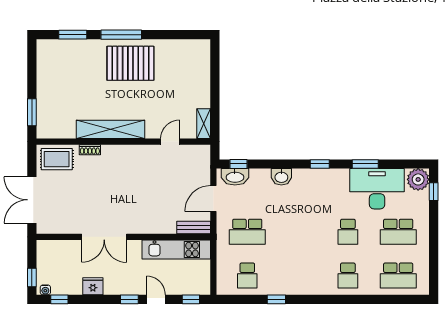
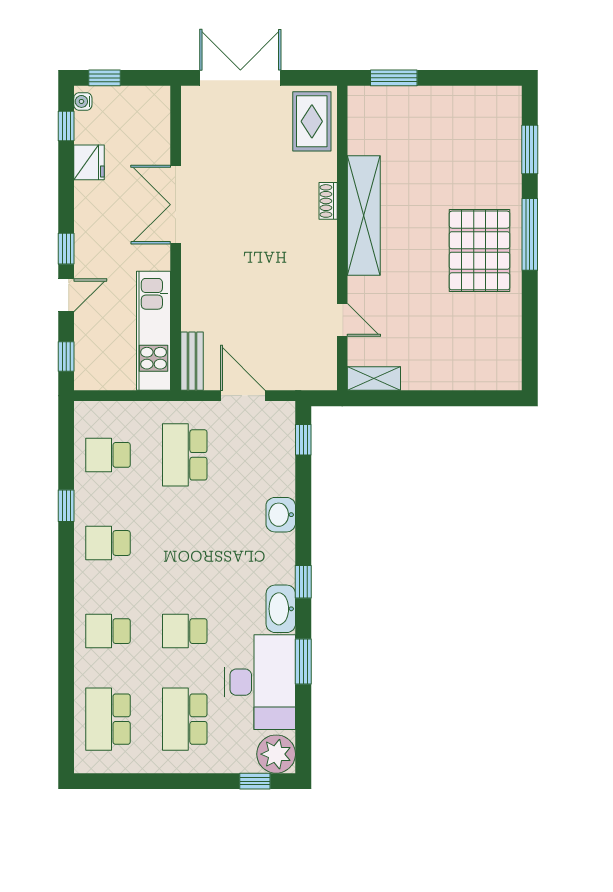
shoe rack: (90, 150) -> (328, 201), moved
washbasin: (235, 177) -> (281, 609), moved
school desk: (298, 276) -> (108, 543), added
fridge: (93, 286) -> (89, 162), moved

